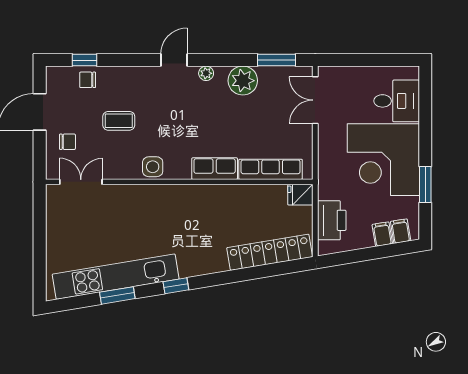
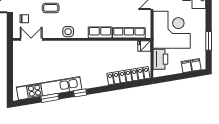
corner desk: (383, 160) -> (172, 30), moved, turned 180

